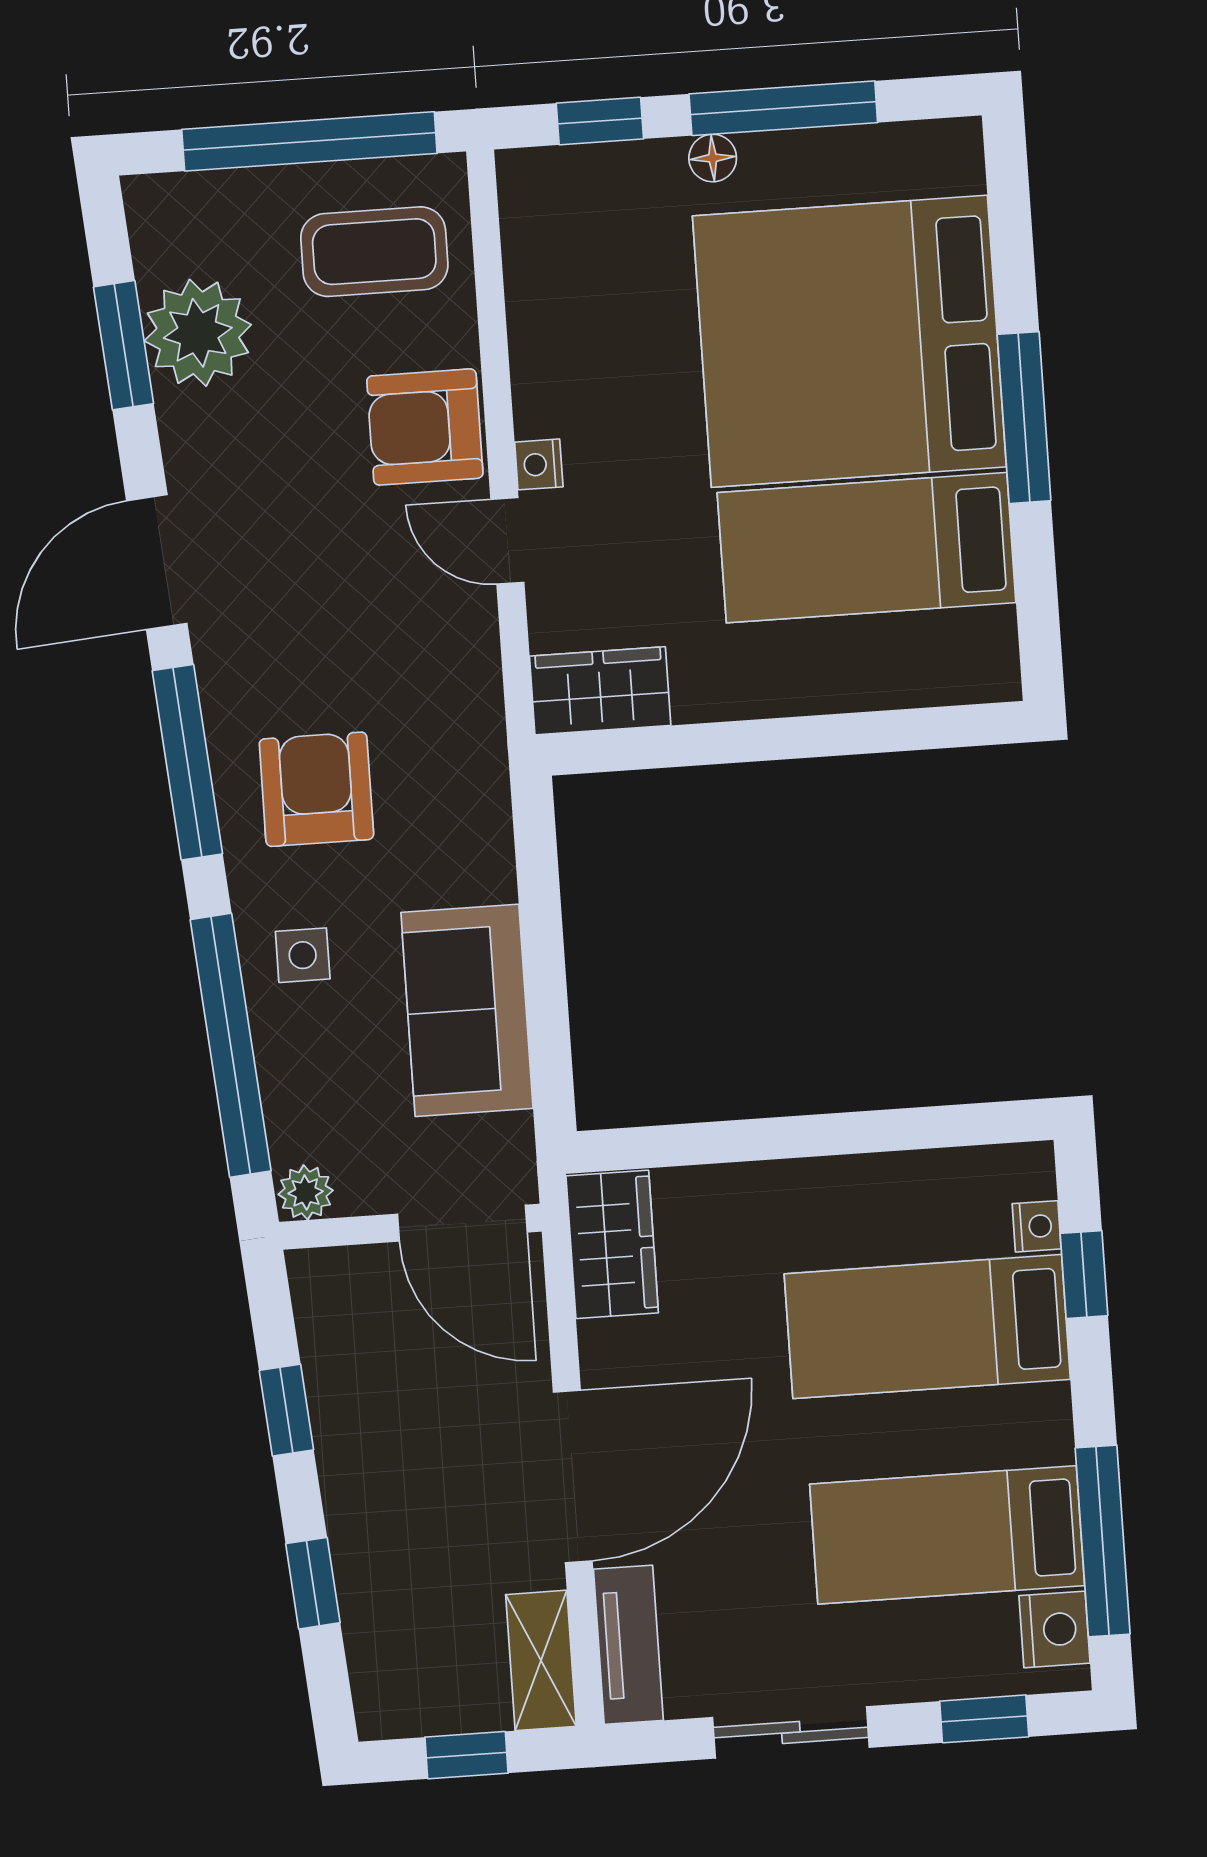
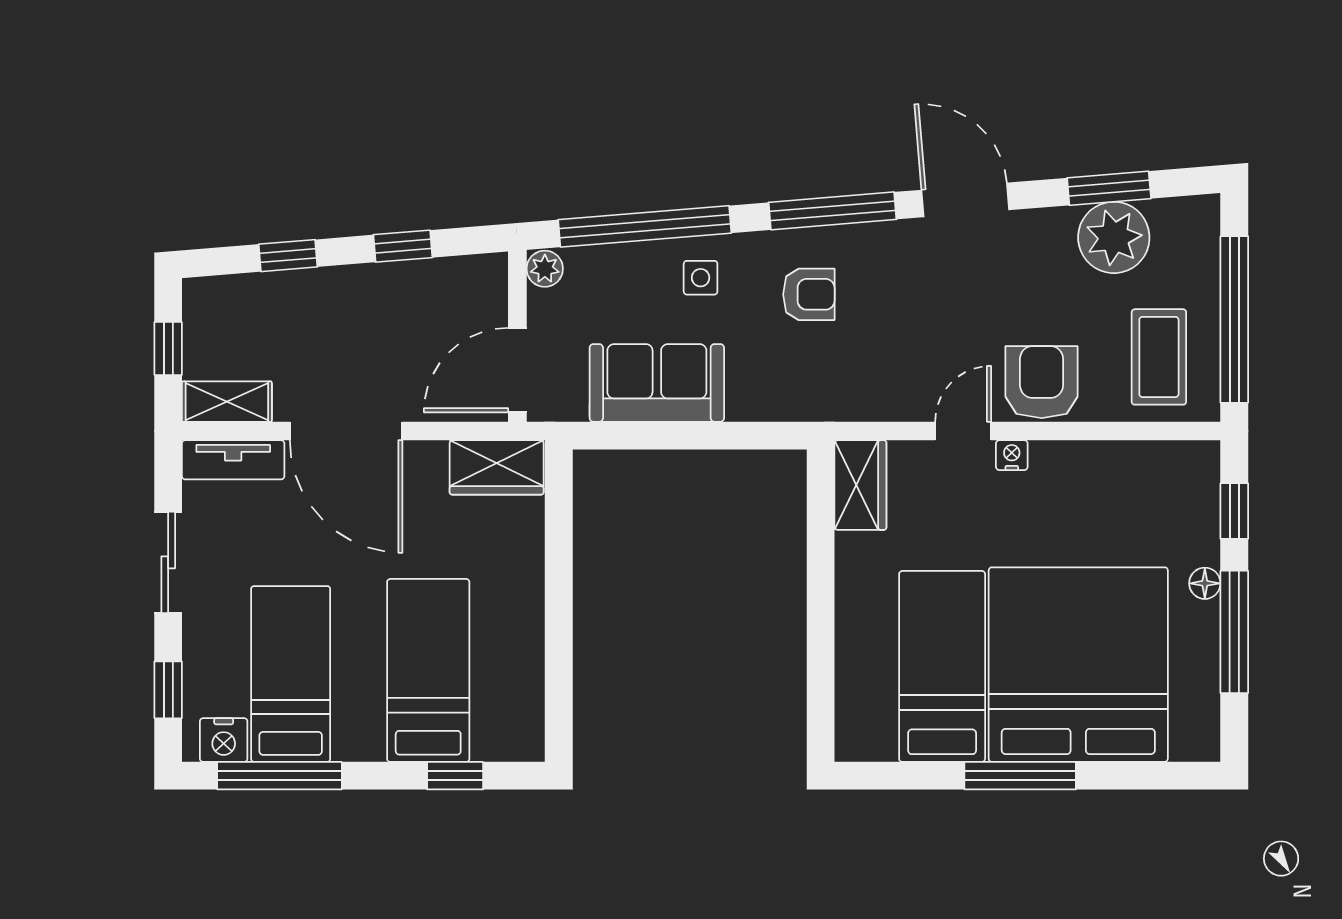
armchair: (316, 789) -> (809, 294), width x0.72, depth x0.72
nightstand: (1037, 1226) -> (489, 747), removed

